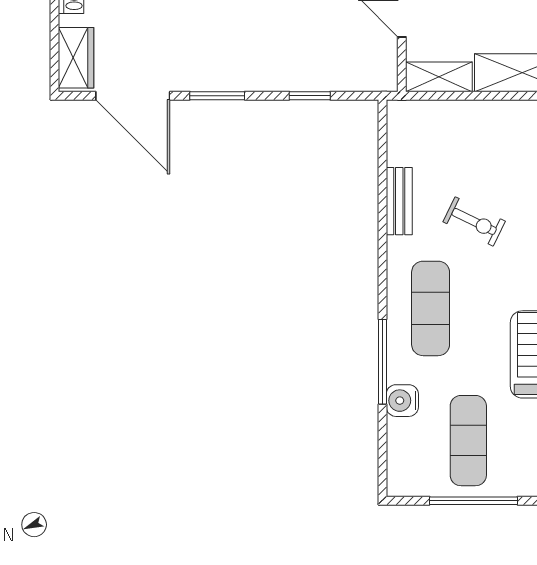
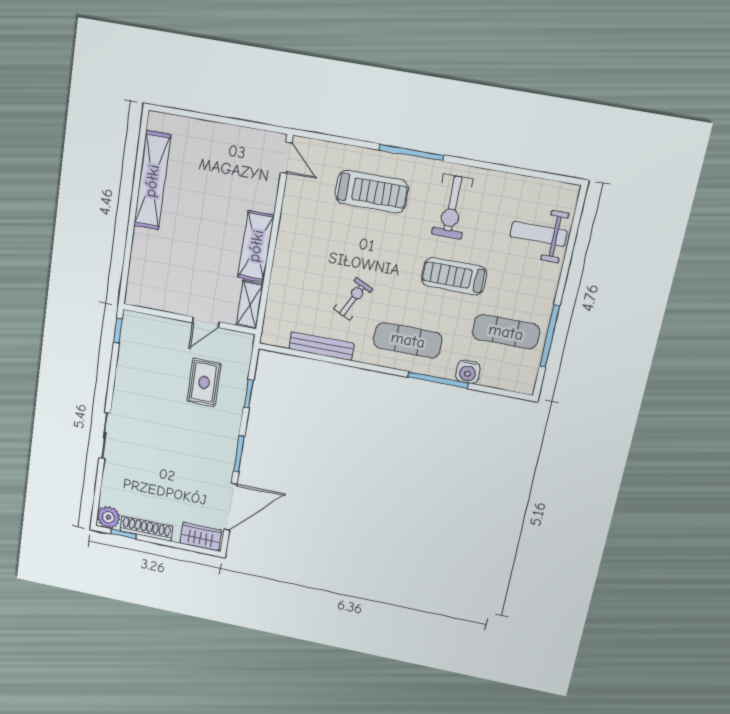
rug: (314, 28) -> (204, 382), added
bench: (399, 201) -> (321, 346), width x1.36

